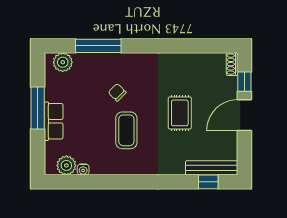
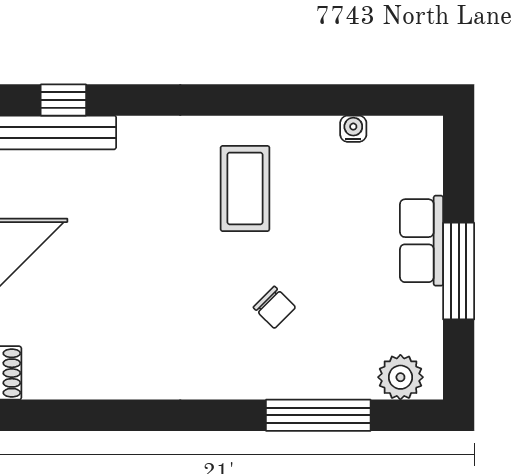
rug: (180, 113) -> (129, 260), removed
coffee table: (126, 130) -> (245, 188), moved
plant: (66, 165) -> (392, 138), removed

